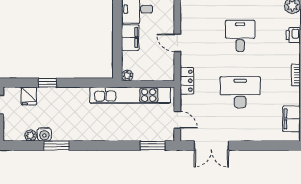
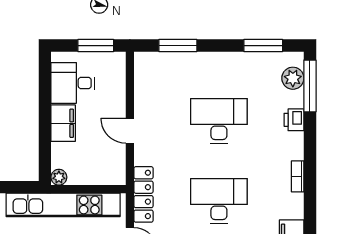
desk: (240, 36) -> (219, 121), width x1.37
locker: (187, 81) -> (143, 194), width x1.53

